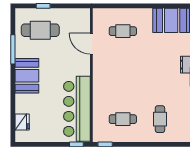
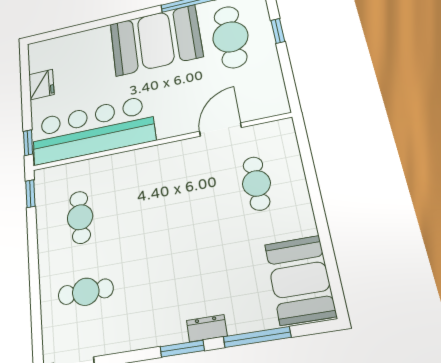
booth: (27, 76) -> (156, 40), width x1.36, depth x1.42
fridge: (22, 122) -> (41, 85), moved, turned -90

